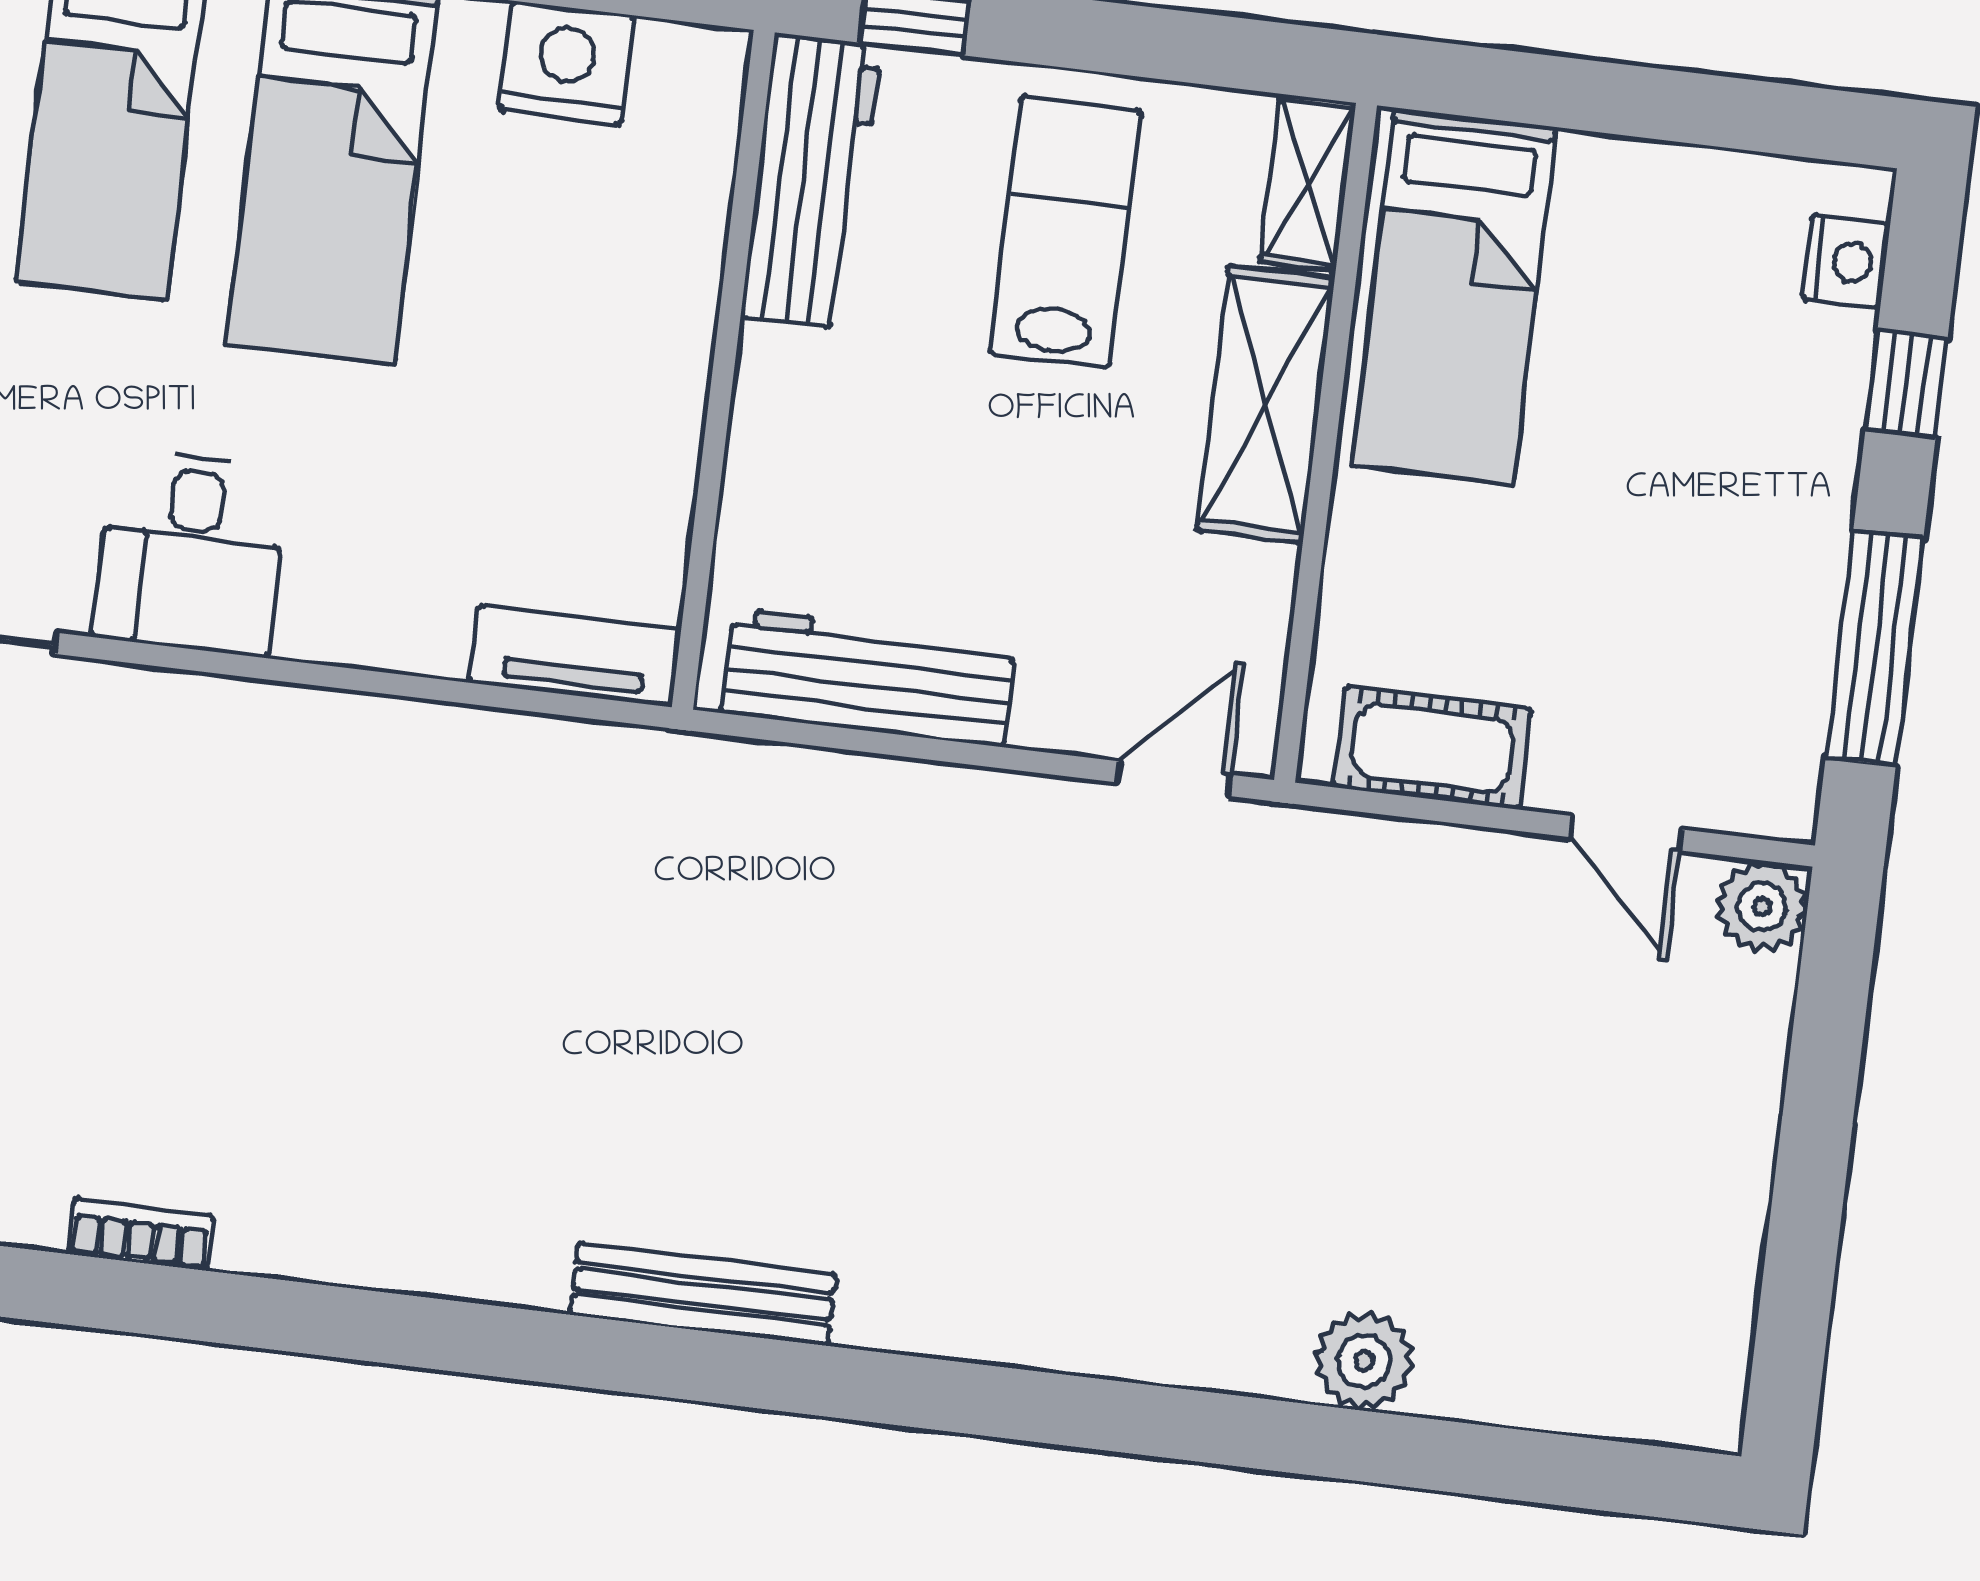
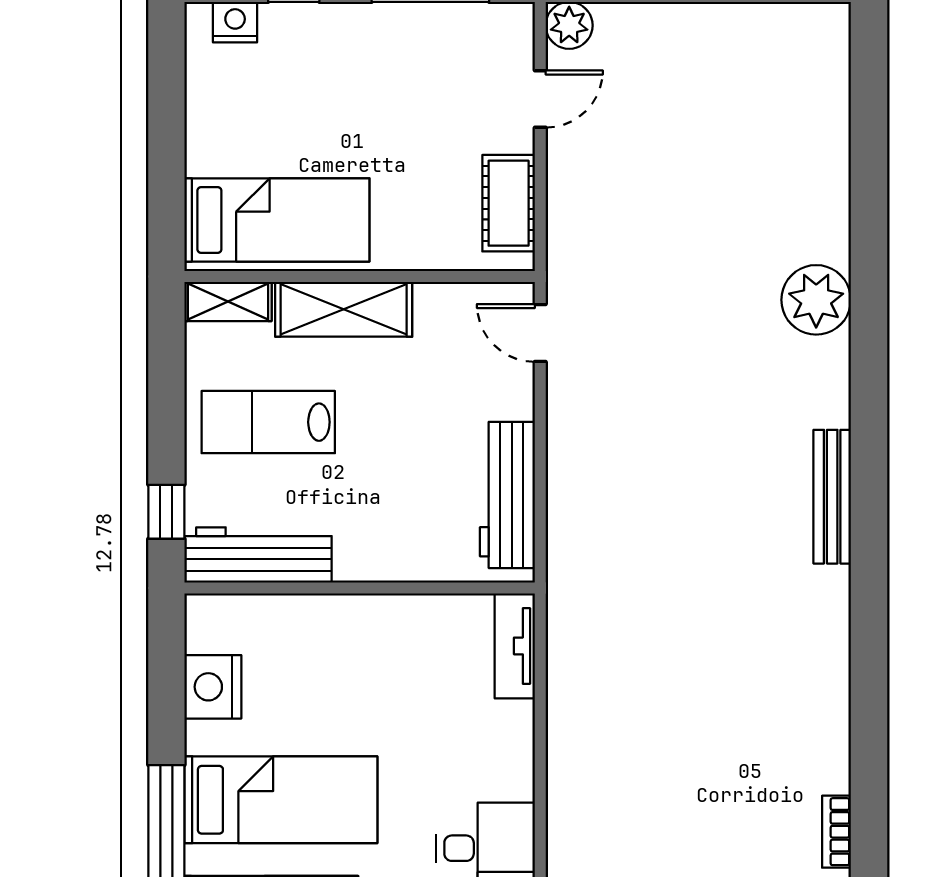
bench: (703, 1294) -> (832, 497), moved
plant: (1364, 1361) -> (816, 300), moved, width x1.36, depth x1.36

